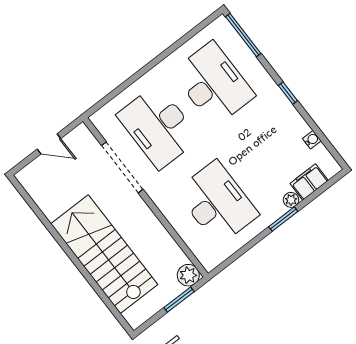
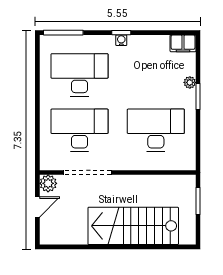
desk: (158, 127) -> (79, 130), turned 180
water cooler: (312, 140) -> (121, 40), moved
filing cabinet: (309, 182) -> (183, 43), moved, turned -90
plant: (188, 275) -> (48, 183), moved

